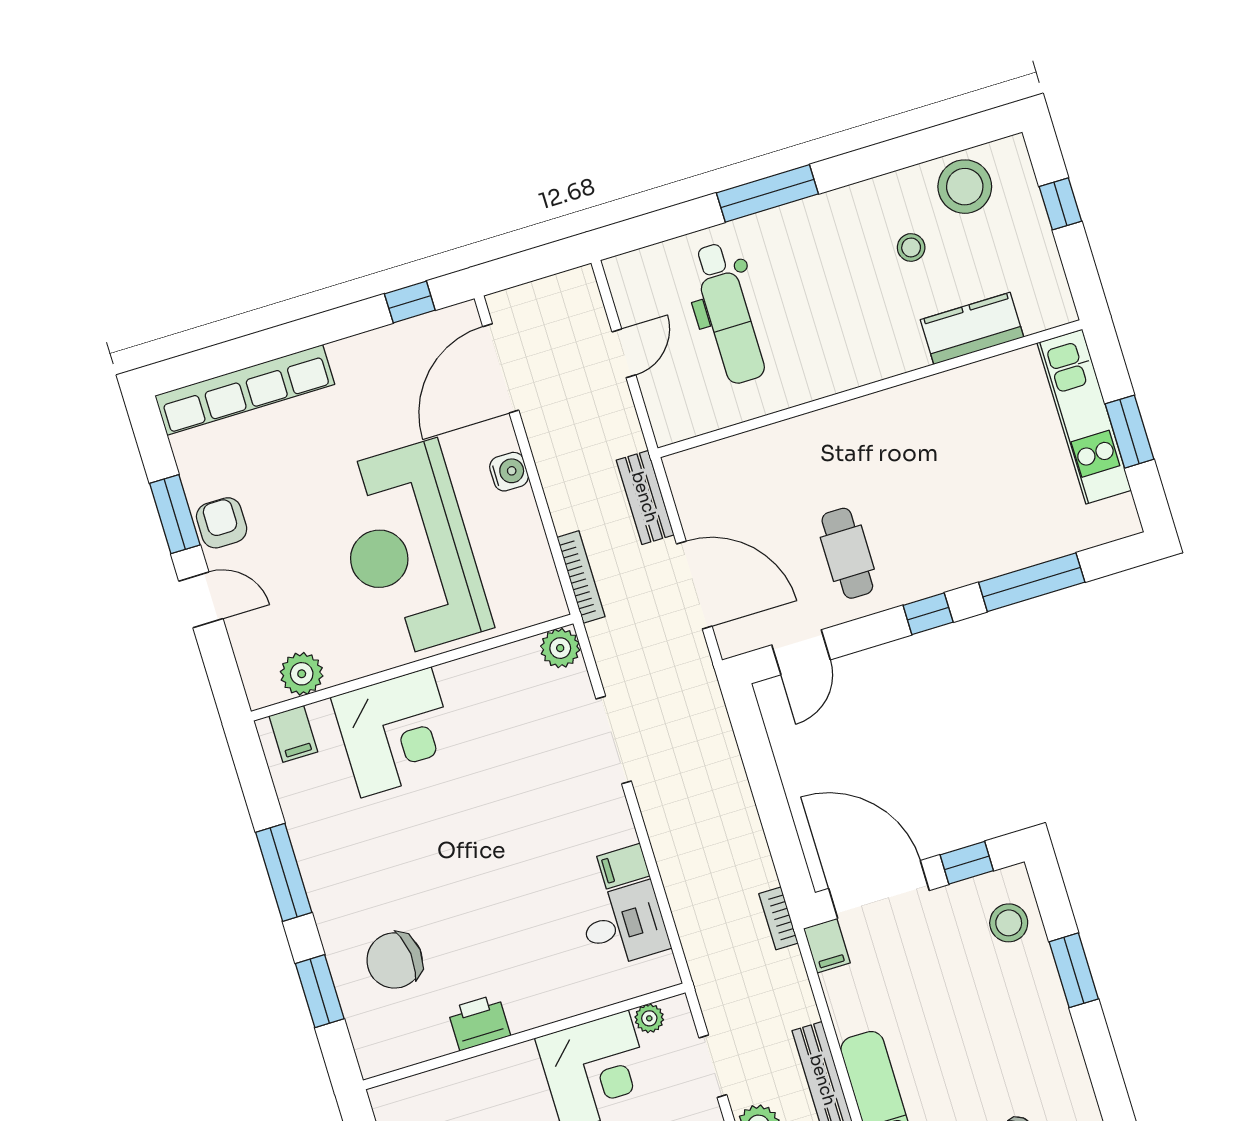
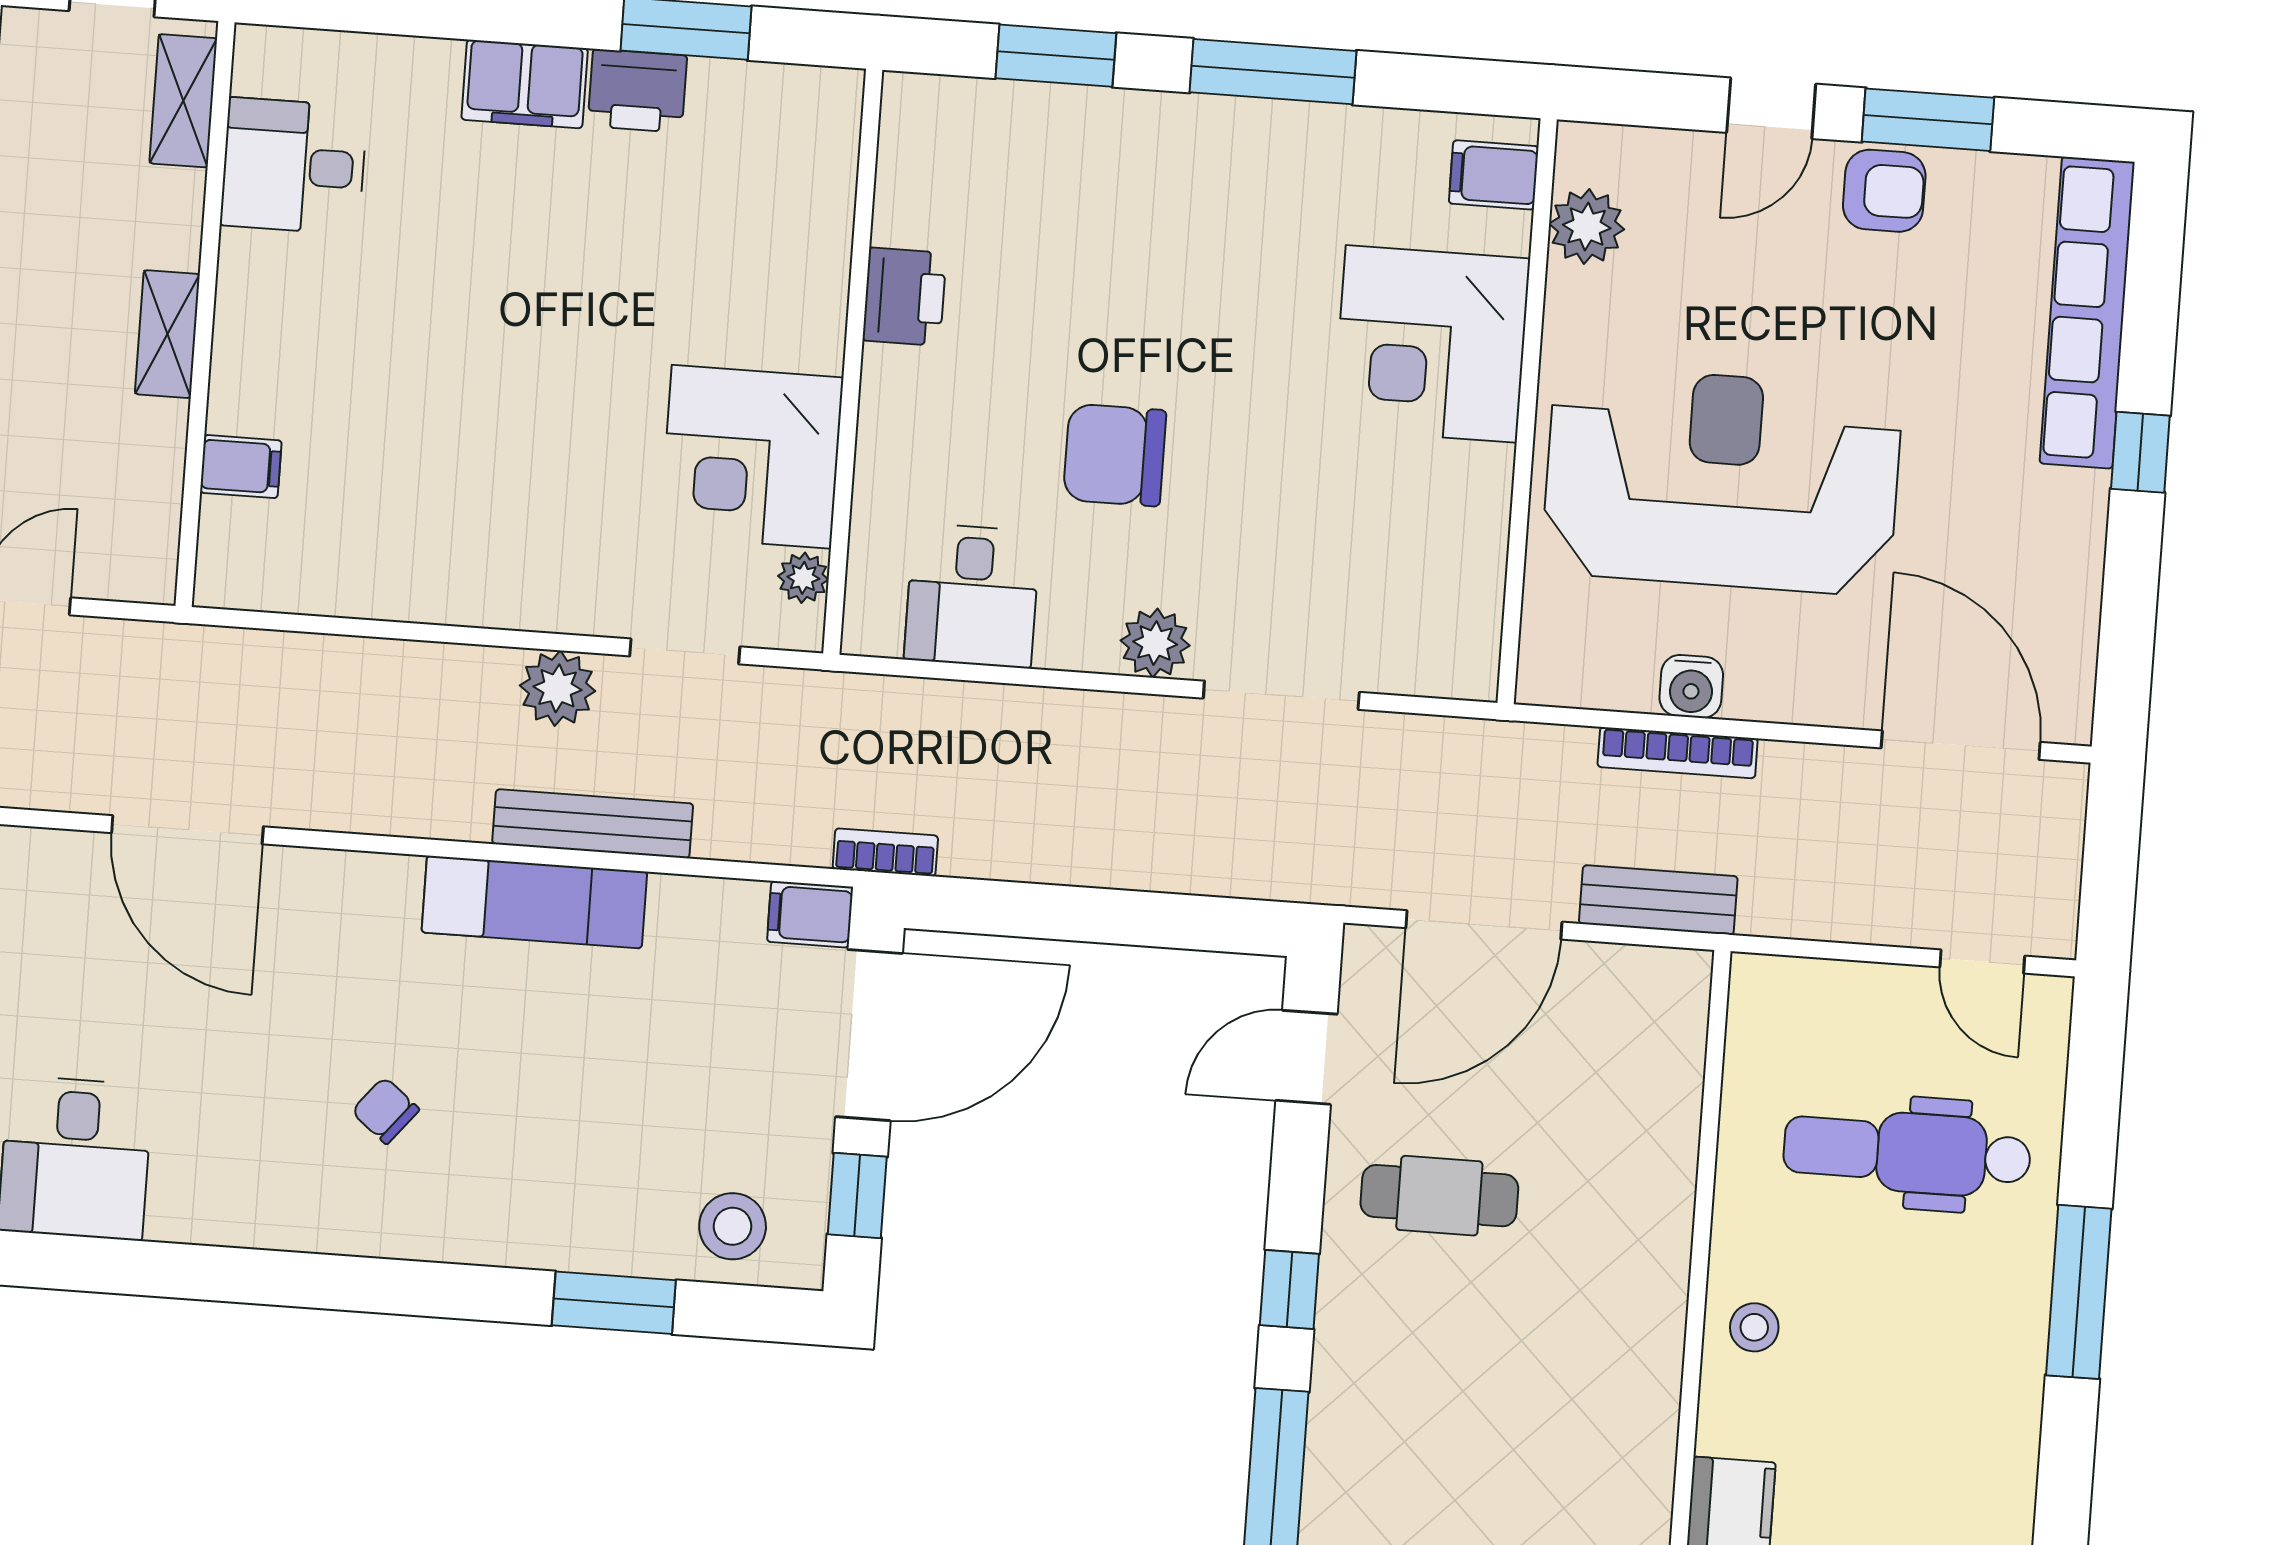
stool: (911, 247) -> (1754, 1327), moved
window: (410, 302) -> (2140, 452), moved
door: (624, 353) -> (1982, 962), moved
water cooler: (509, 472) -> (1691, 686), moved
bookcase: (581, 577) -> (1678, 753), moved
plant: (560, 648) -> (1155, 643), moved
door: (801, 652) -> (1306, 1057), hinge flipped
filing cabinet: (623, 866) -> (1069, 631), removed
chair: (395, 960) -> (1115, 455), moved, turned -84

